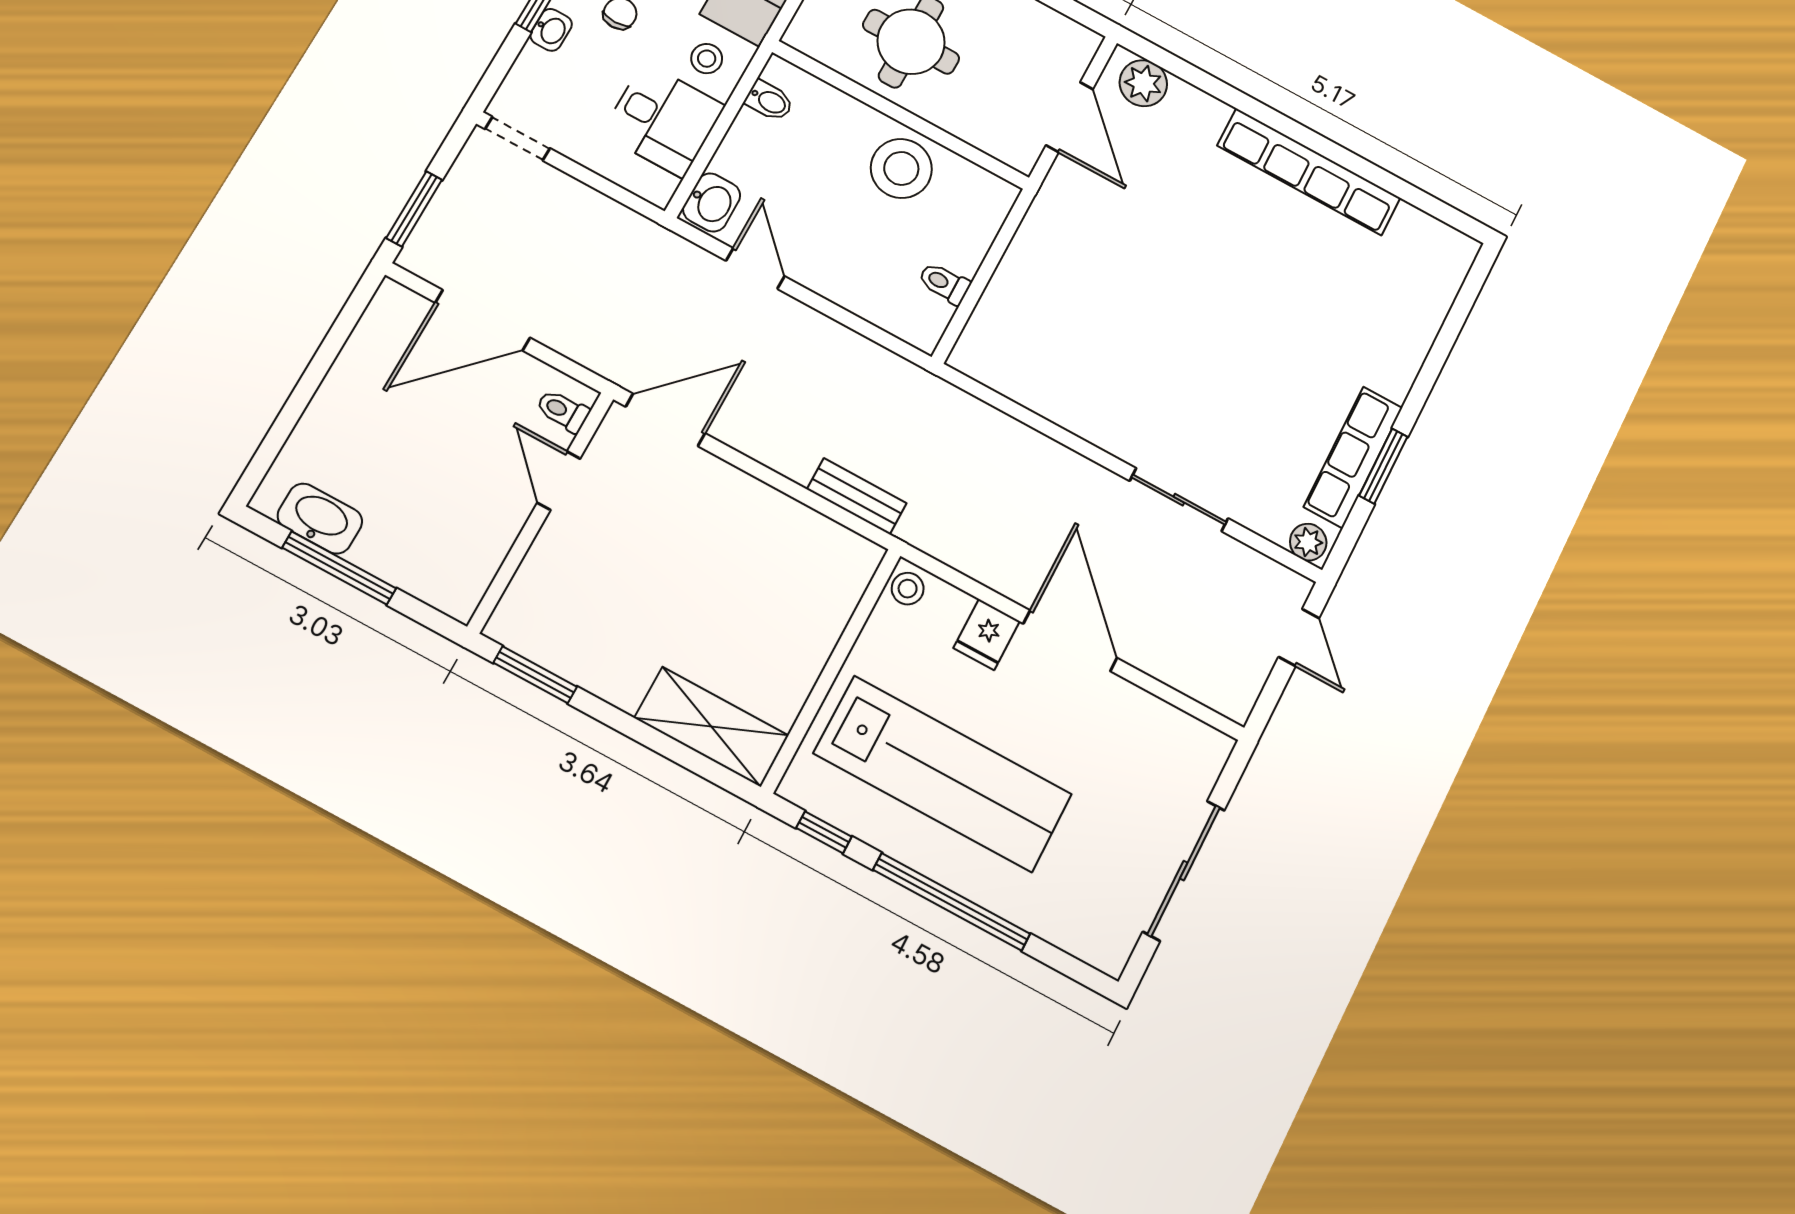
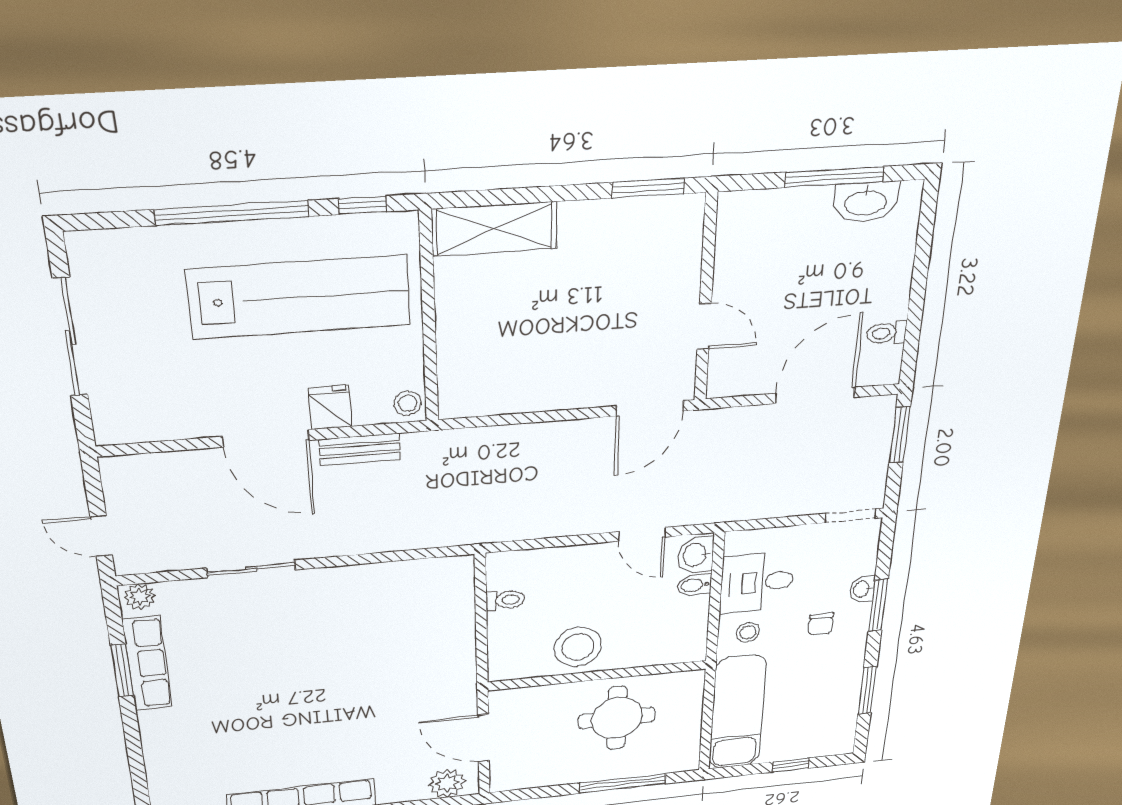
bidet: (769, 101) -> (694, 585), moved
toilet: (563, 411) -> (886, 333), moved, turned 180
bench: (857, 496) -> (360, 449), moved
lab bench: (943, 774) -> (299, 297), turned 180

